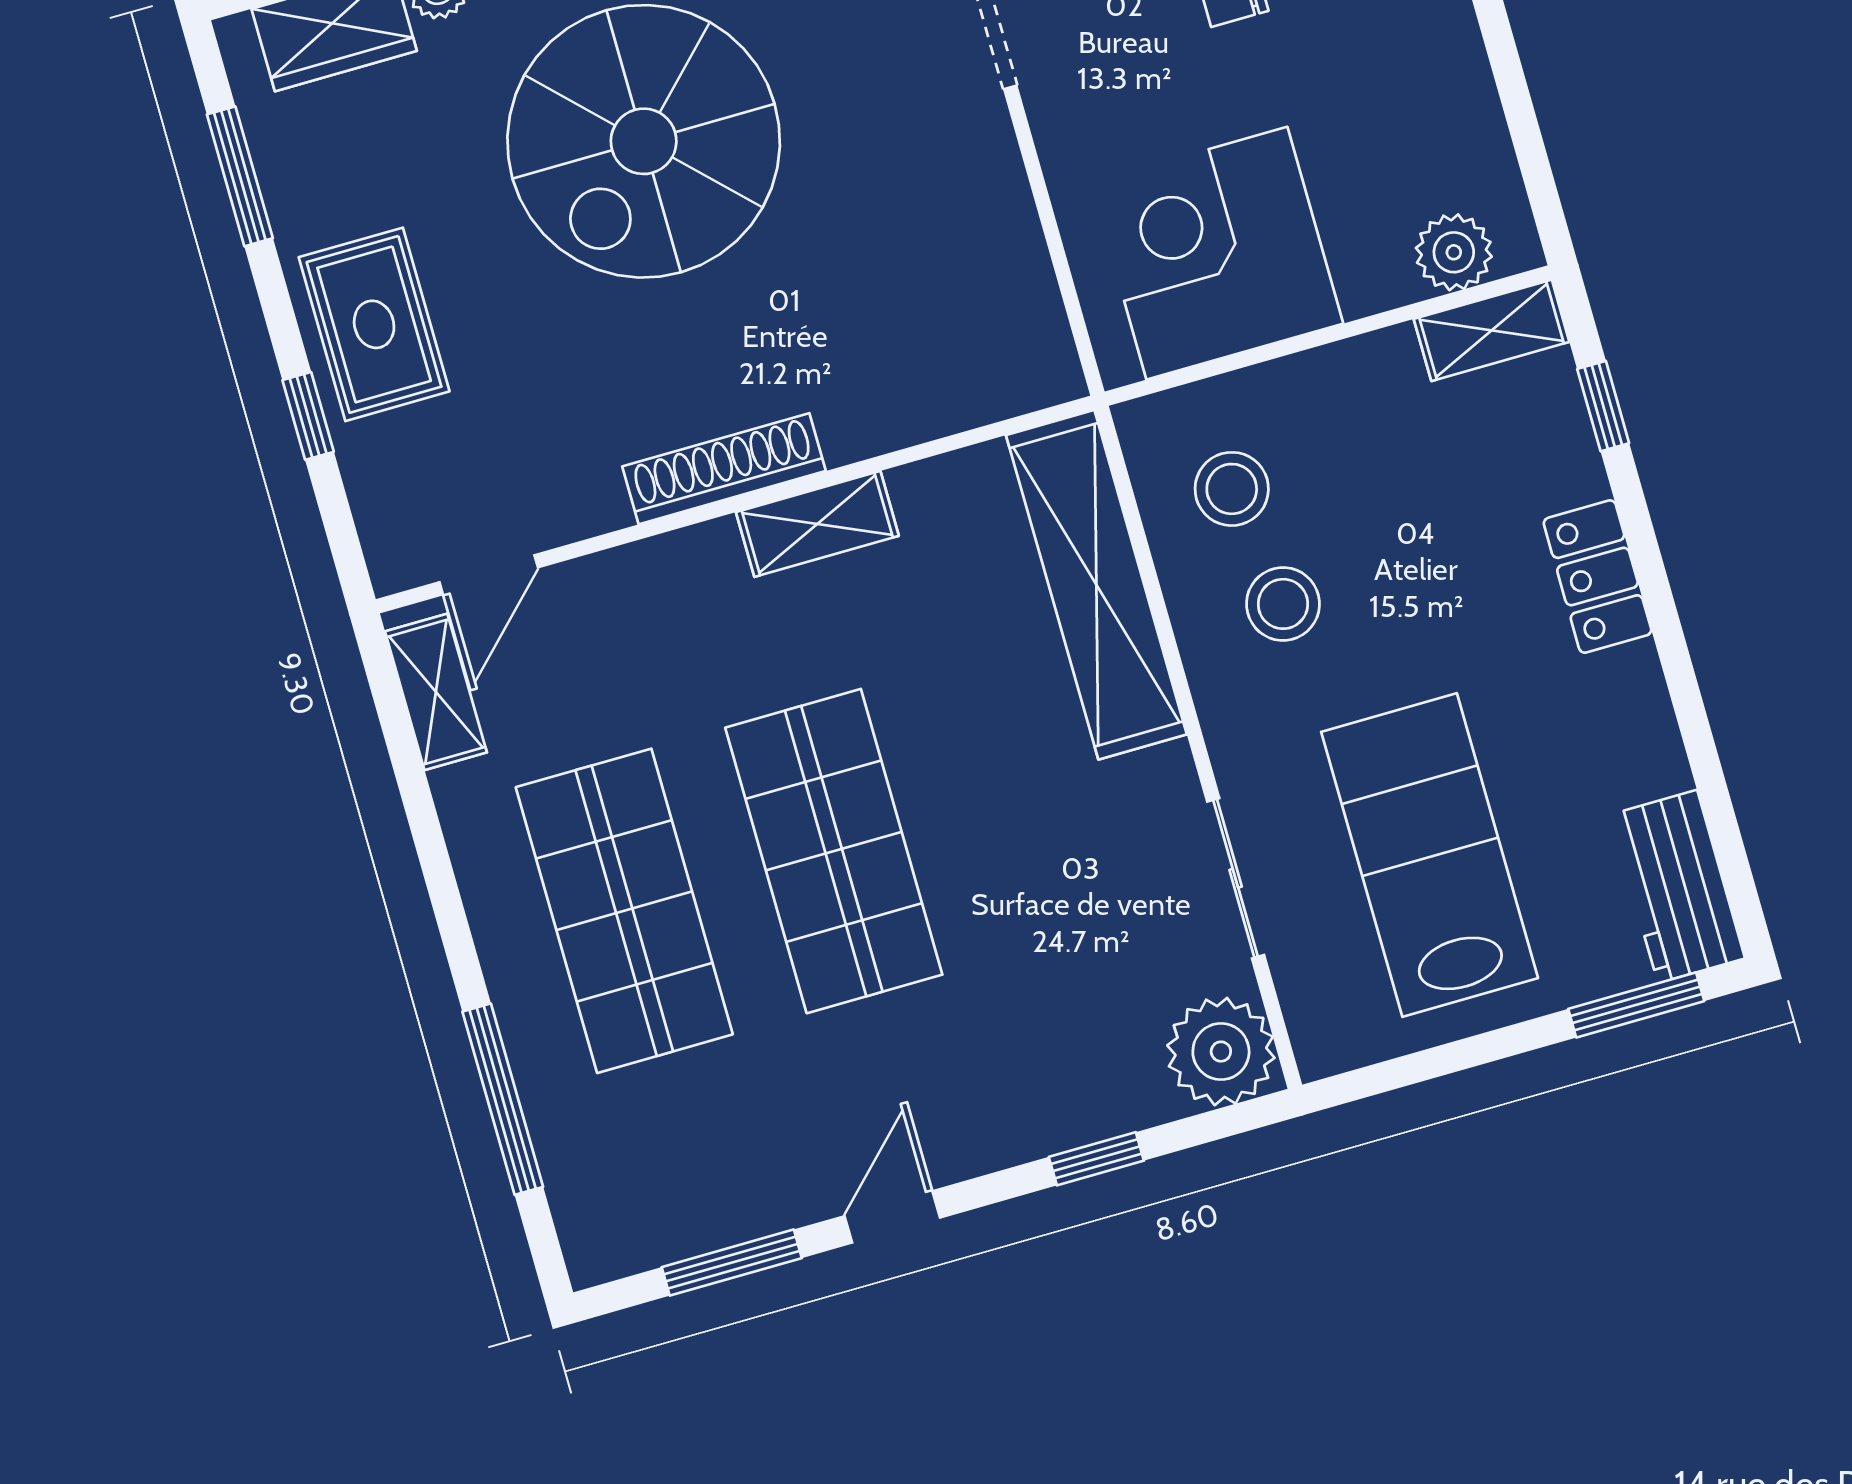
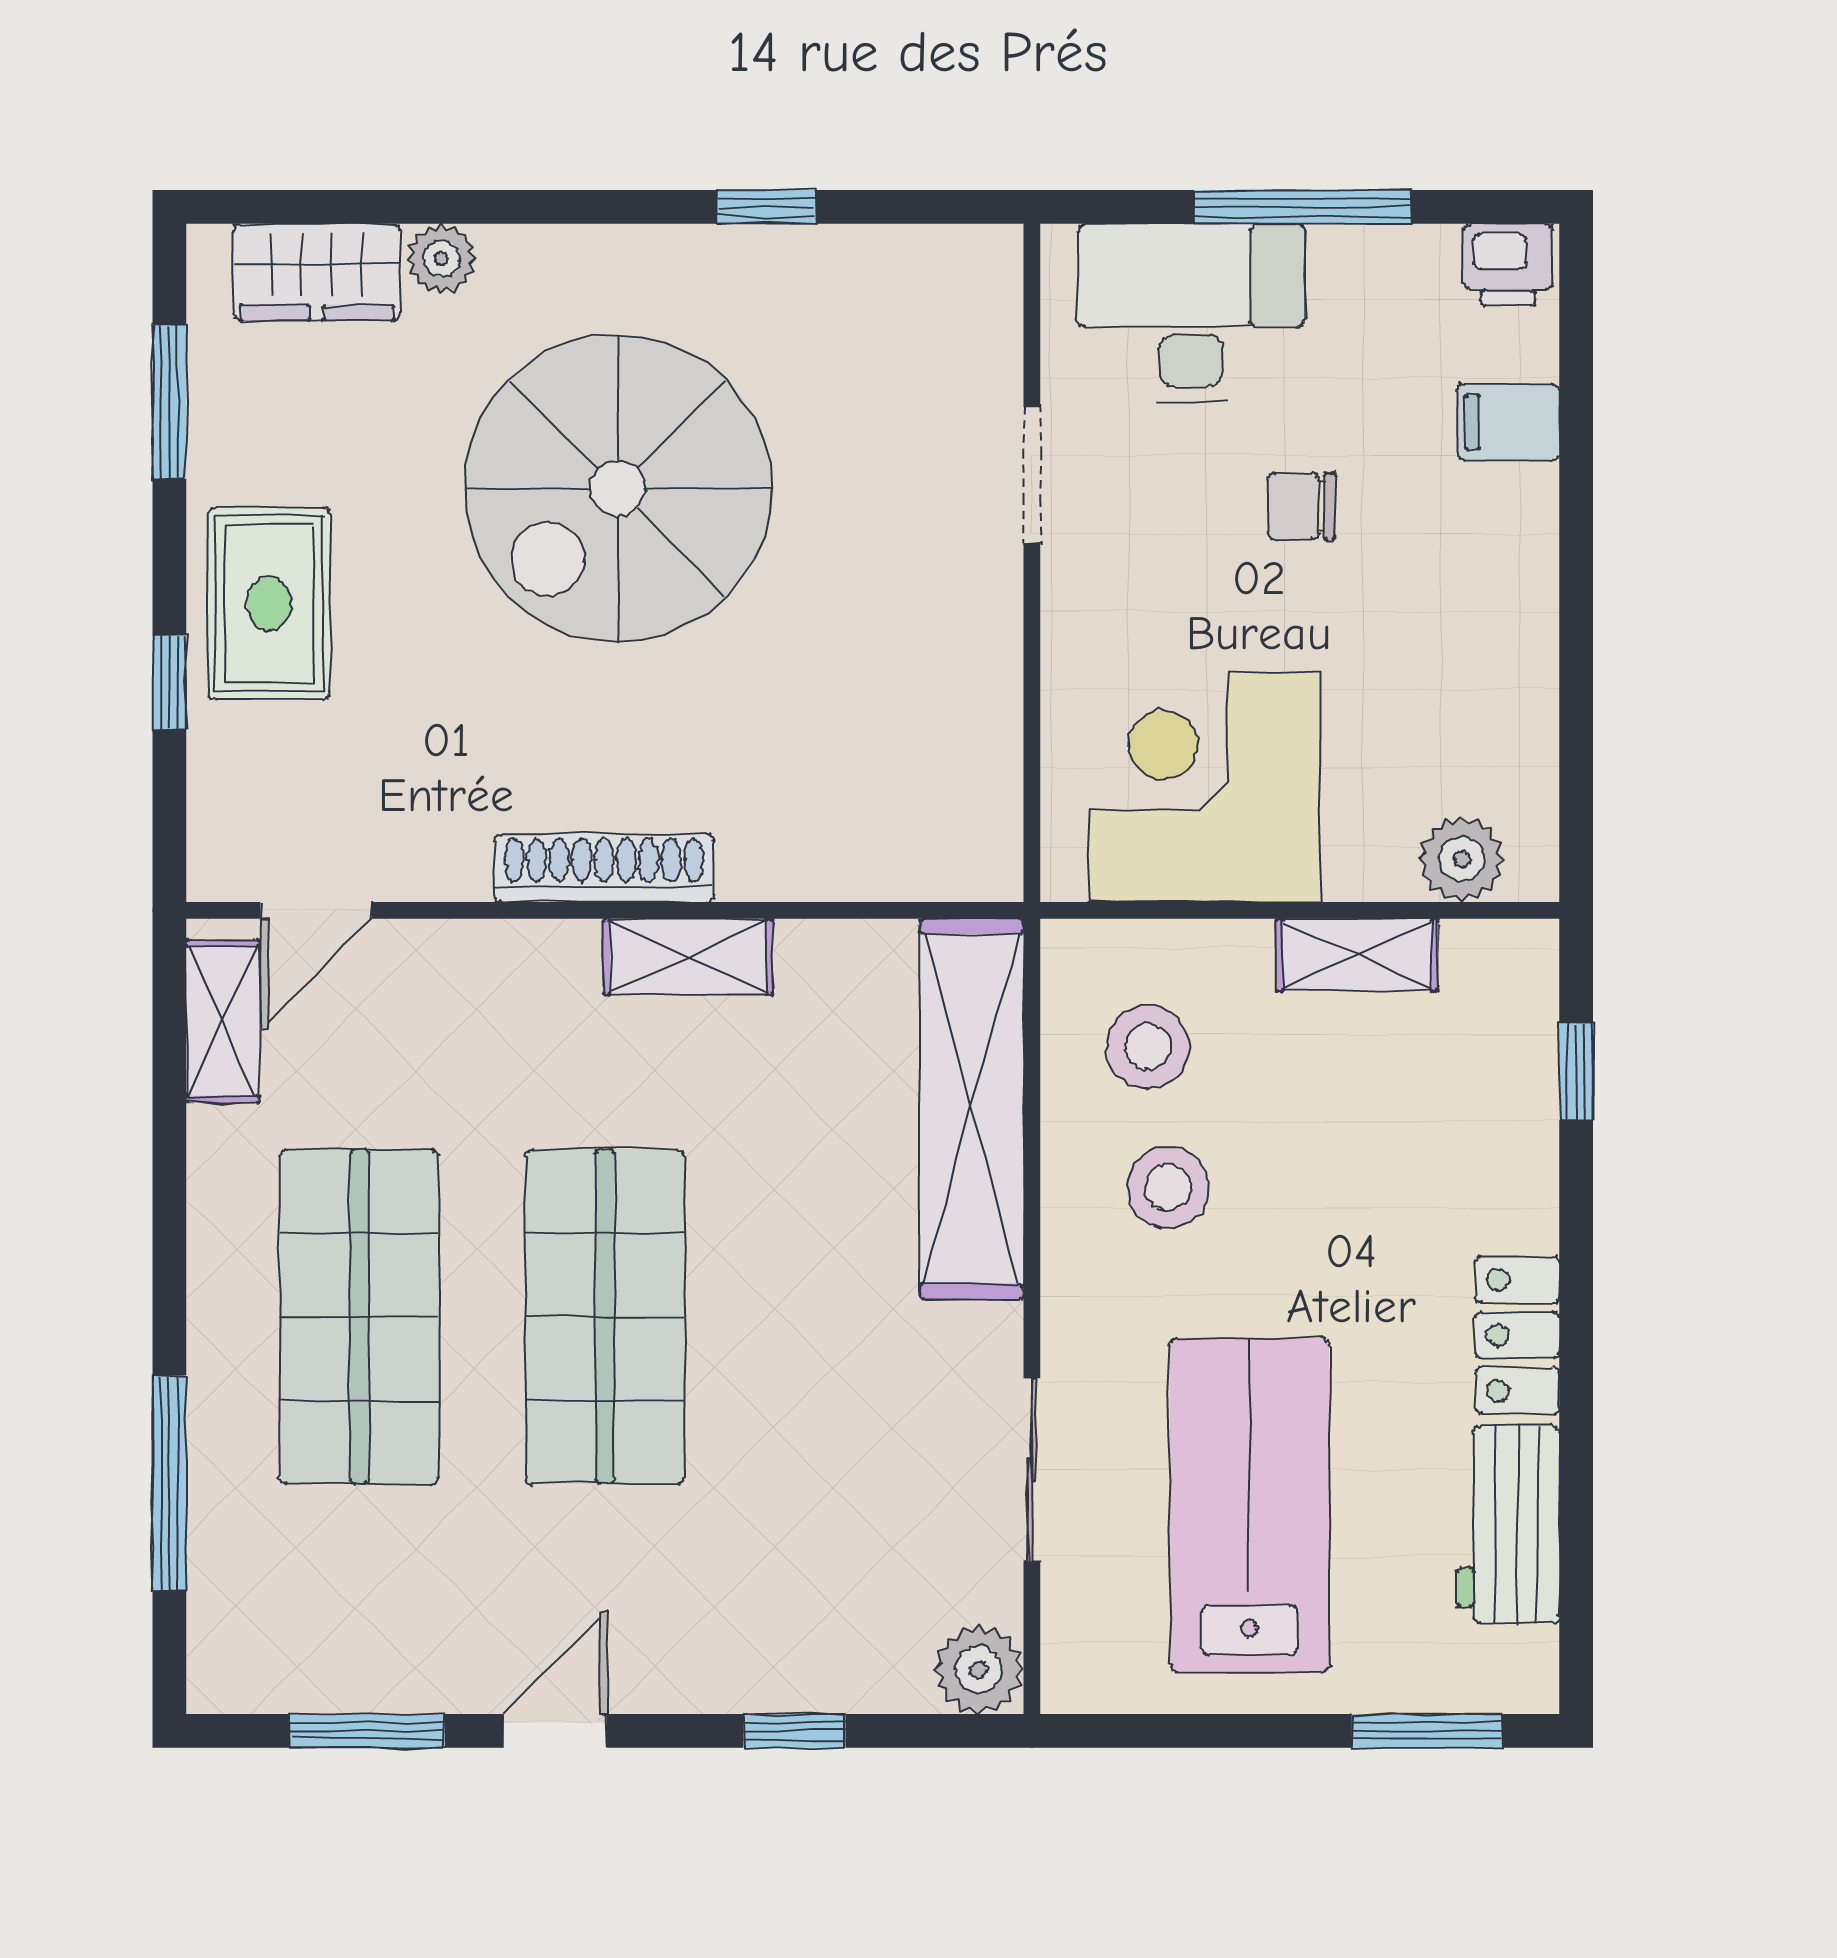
shelving: (1492, 330) -> (1357, 955), moved
locker: (1597, 577) -> (1517, 1335), moved
workbench: (1677, 886) -> (1508, 1524), moved
plant: (1221, 1052) -> (979, 1670), width x0.73, depth x0.73

